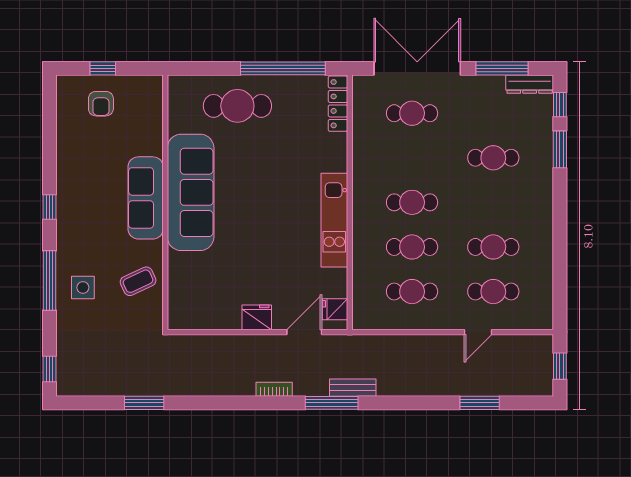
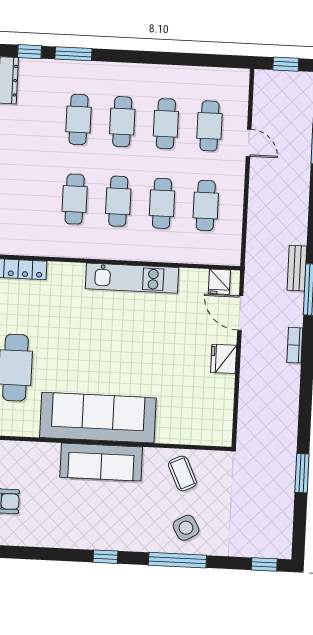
cafe table: (412, 113) -> (75, 199), moved
cafe table: (493, 202) -> (122, 122), added
side table: (83, 287) -> (186, 528), turned -30

